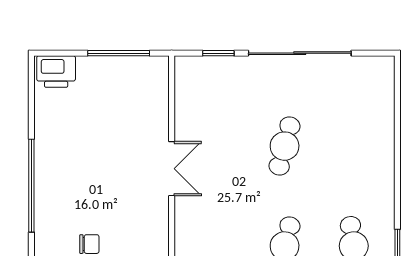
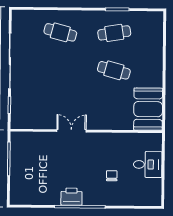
printer: (56, 72) -> (71, 197), moved, turned -90
cafe table: (285, 146) -> (60, 32), moved

